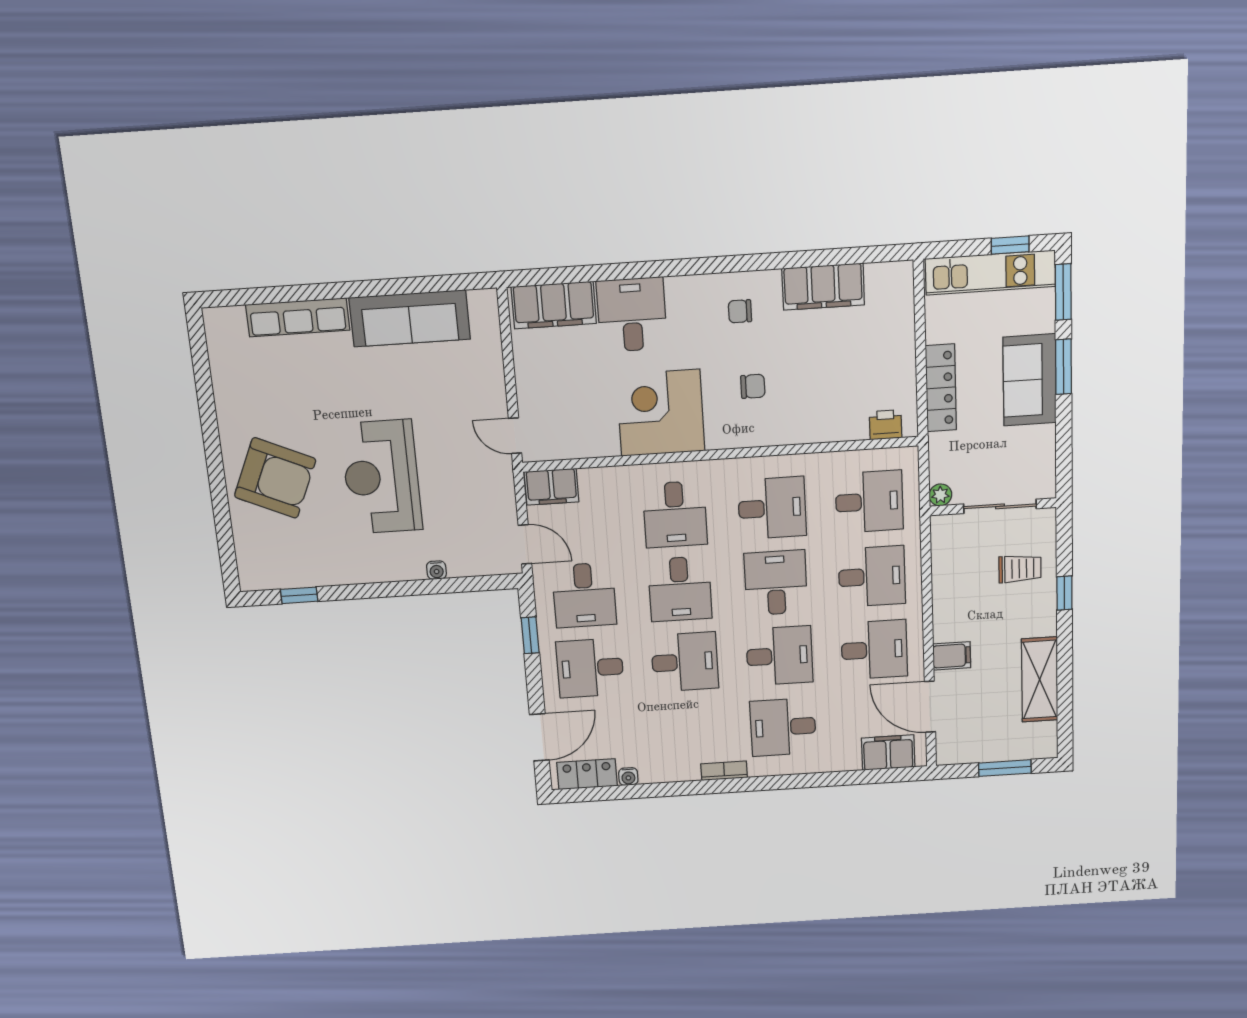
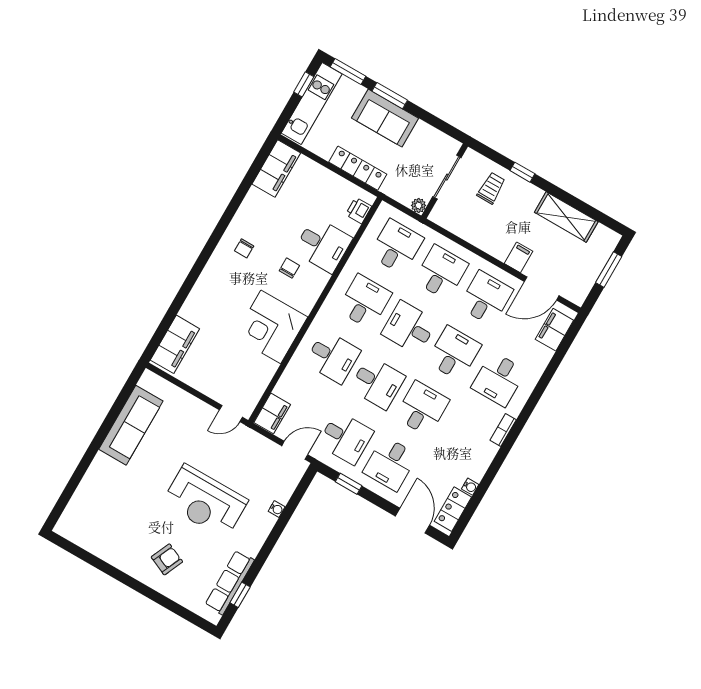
filing cabinet: (823, 287) -> (276, 168), moved
desk: (632, 315) -> (323, 245), moved, turned 180
row of seats: (298, 317) -> (230, 582), moved, turned 180
armchair: (275, 478) -> (167, 559), width x0.53, depth x0.53

